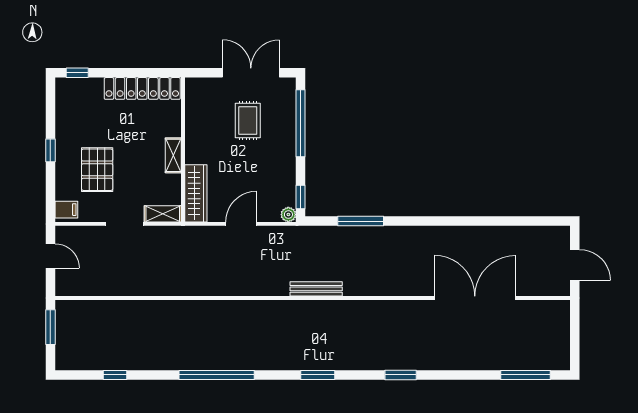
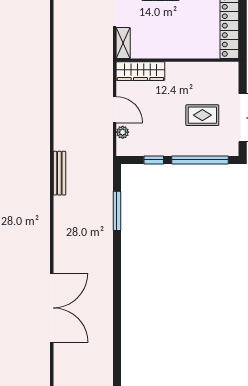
shelving: (173, 155) -> (173, 52), removed
window: (301, 197) -> (154, 160), moved
plant: (288, 215) -> (123, 132), moved

